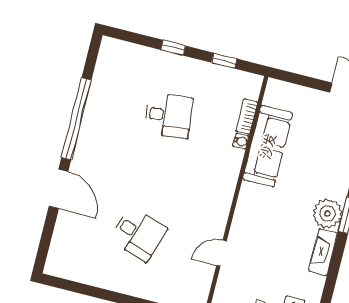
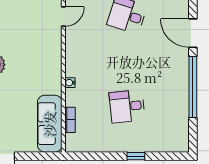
window: (224, 61) -> (97, 156), removed
water cooler: (241, 141) -> (70, 83), moved
sofa: (267, 146) -> (50, 124), moved

